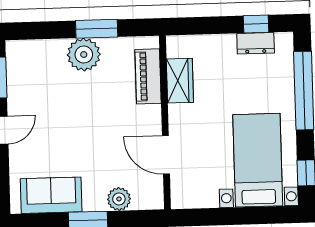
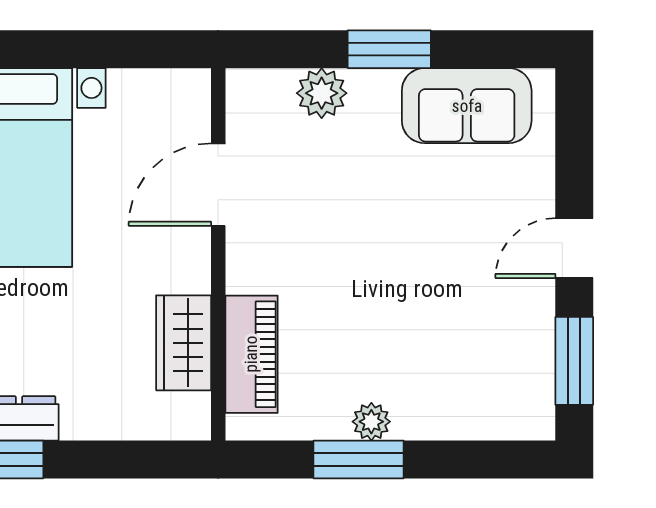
plant: (84, 55) -> (371, 422), width x0.53, depth x0.53
door: (166, 155) -> (218, 185), swing flipped

